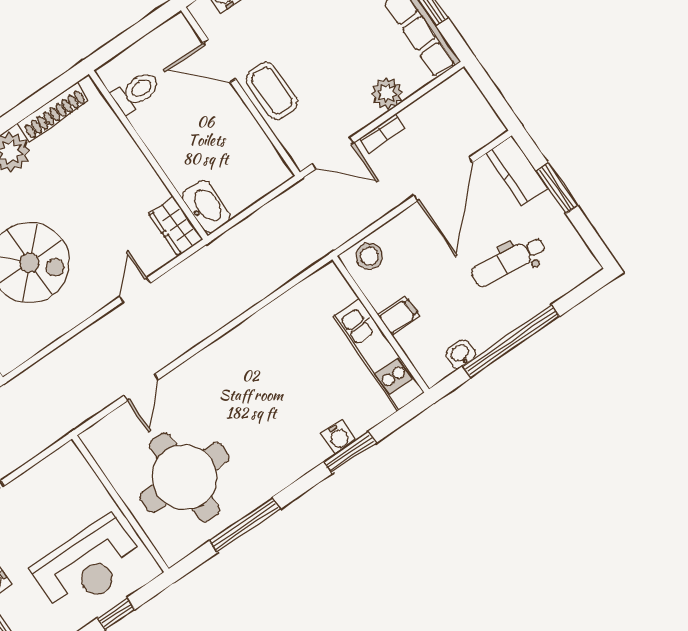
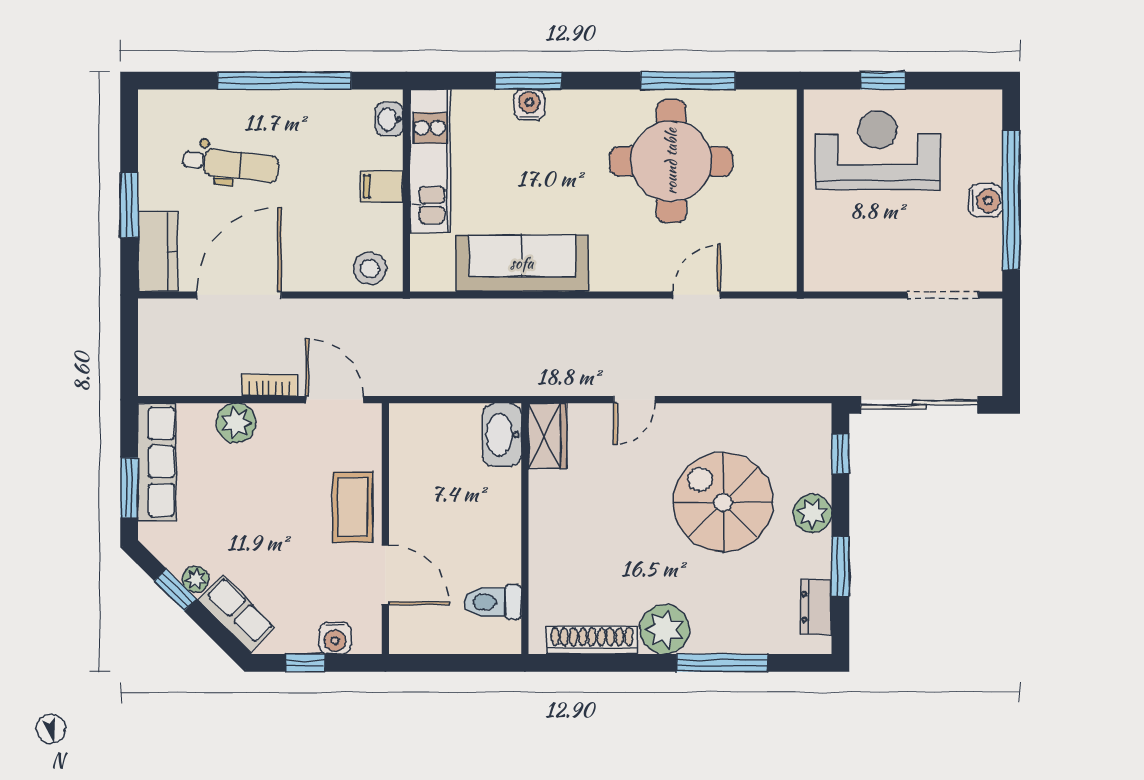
sofa: (271, 329) -> (522, 263), added
washbasin: (461, 354) -> (389, 119), moved, turned 90
round table: (185, 477) -> (671, 161), moved

